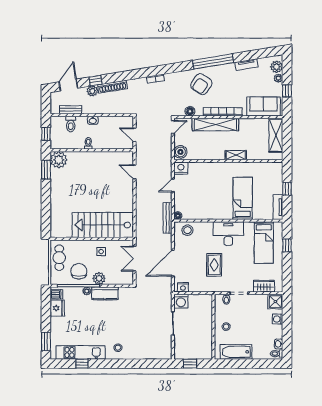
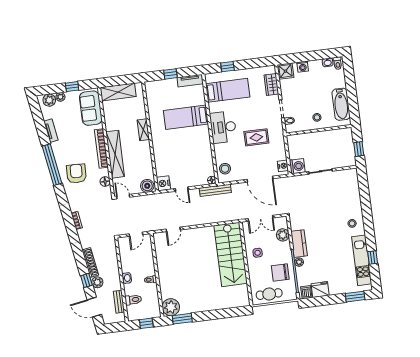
armchair: (201, 84) -> (76, 174), turned -121
plant: (99, 278) -> (283, 235), moved

